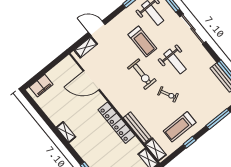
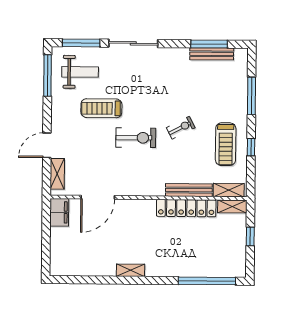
treadmill: (142, 41) -> (101, 108), turned 180
weight bench: (175, 62) -> (152, 91), removed
filing cabinet: (41, 86) -> (59, 212), moved
locker: (116, 123) -> (186, 208), moved

